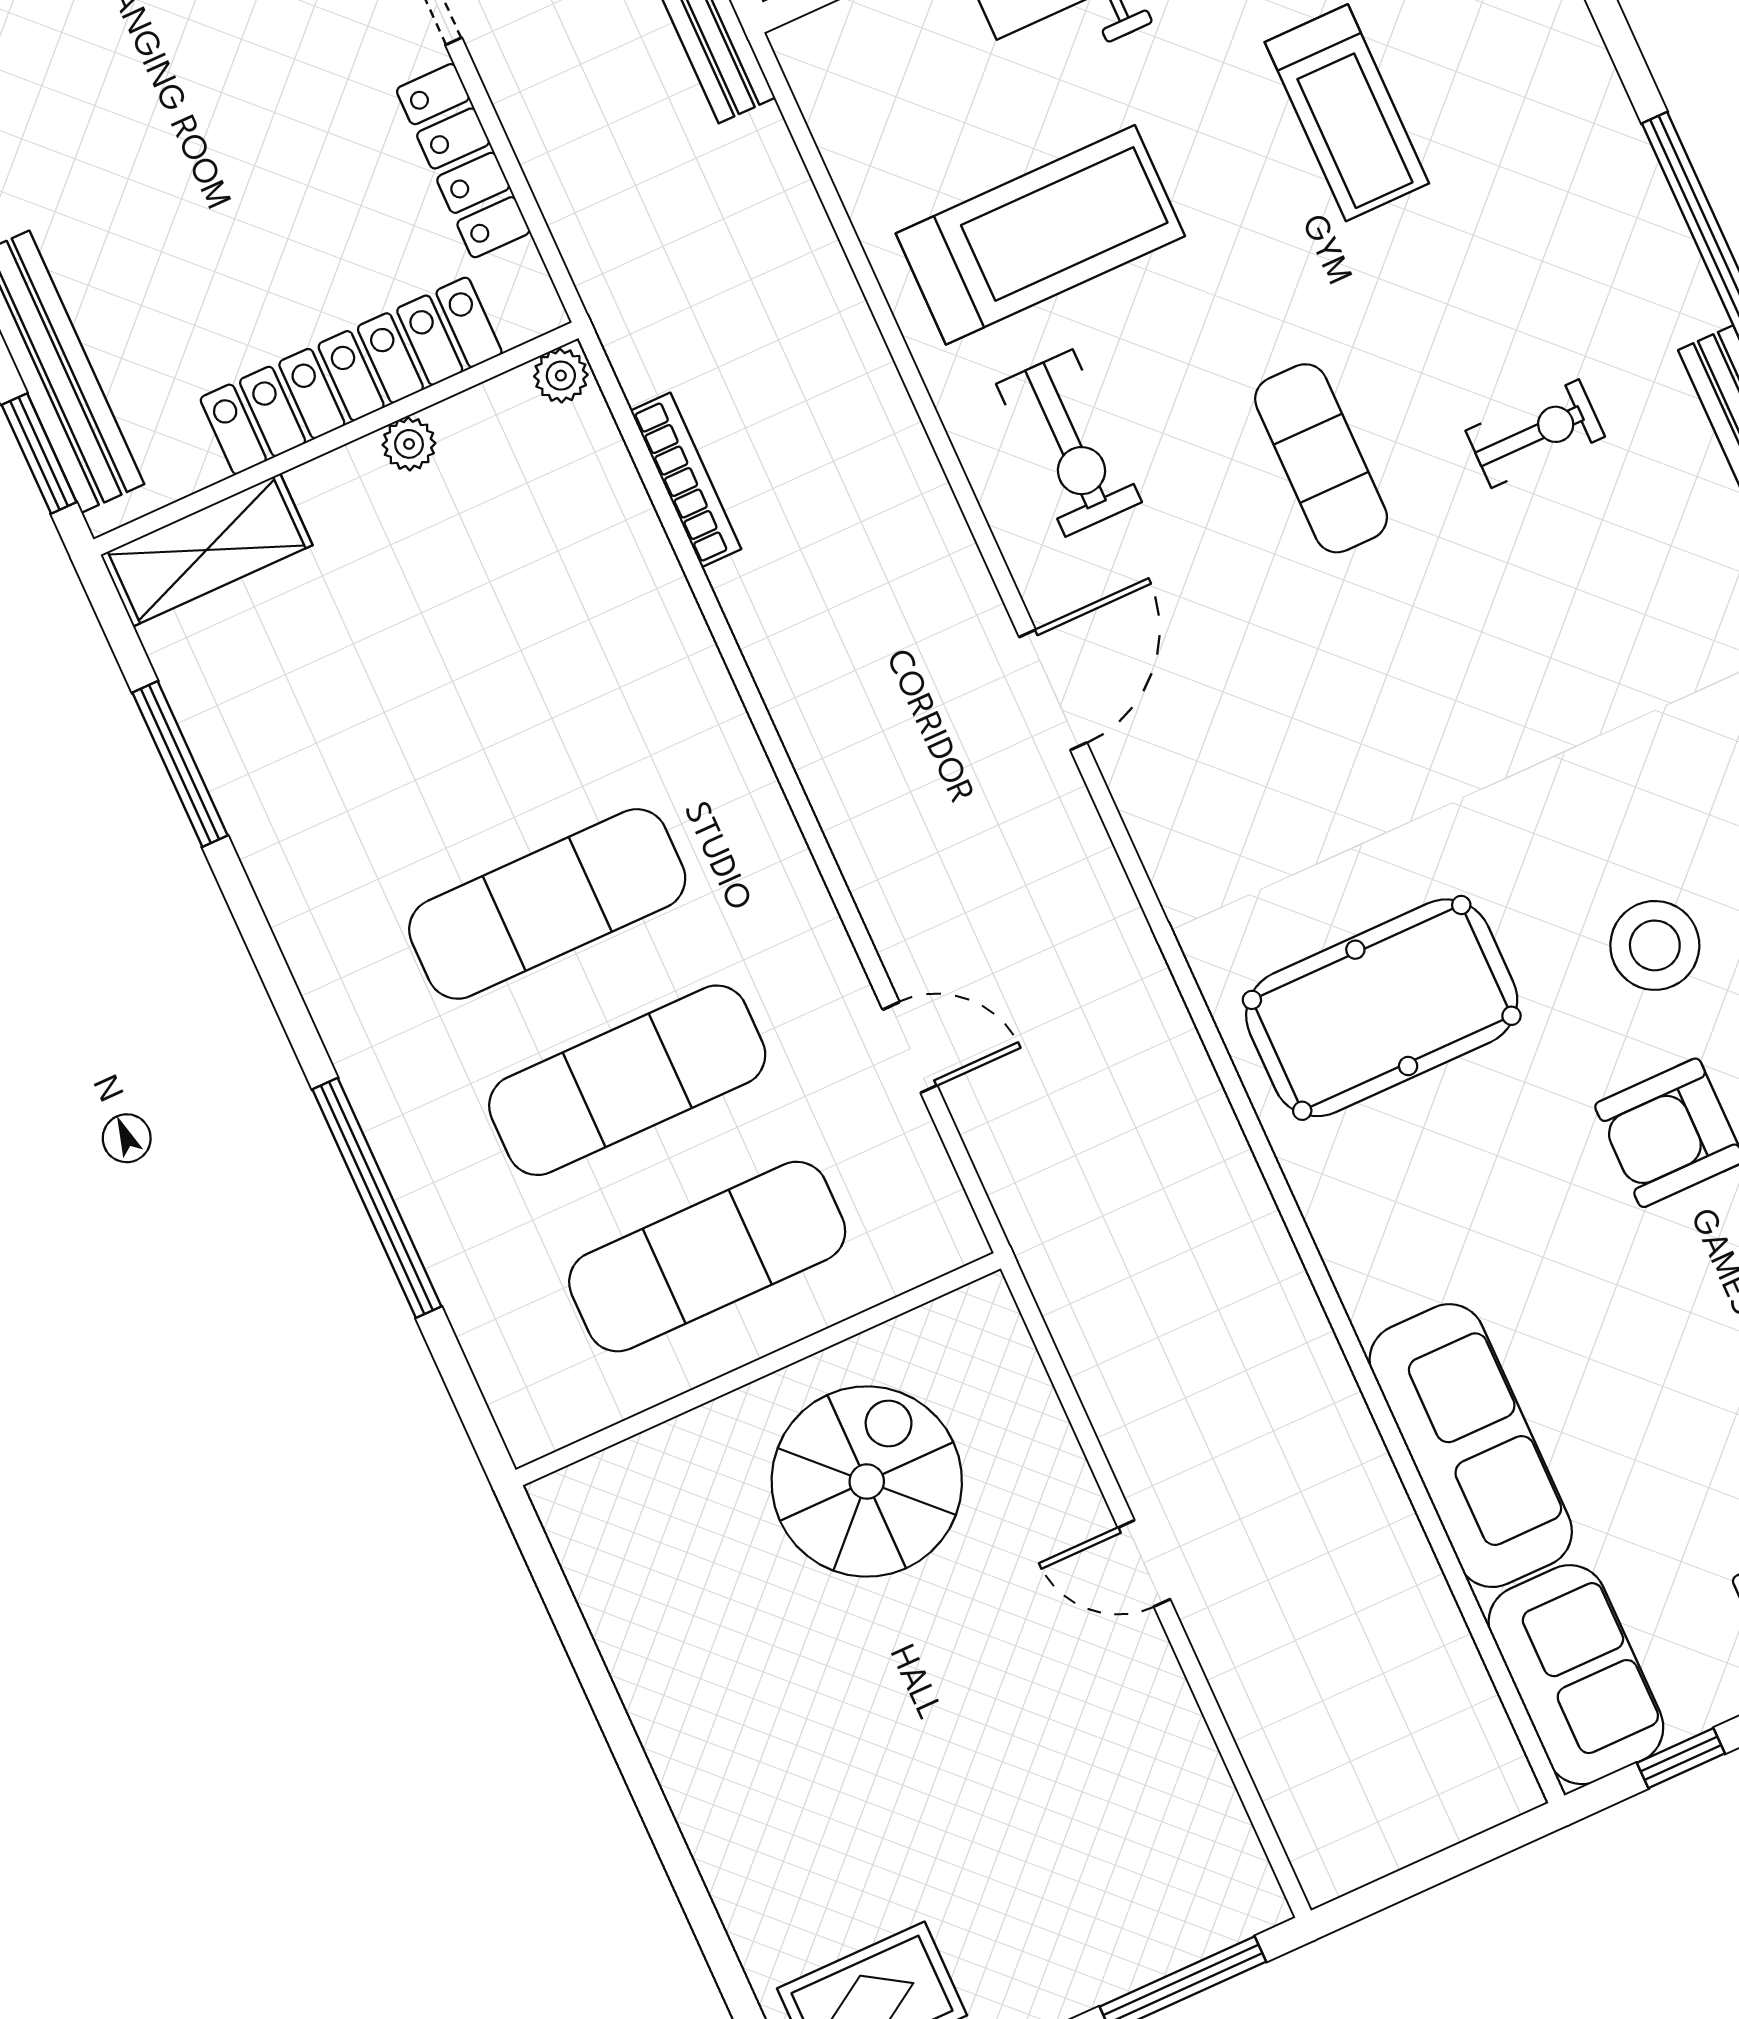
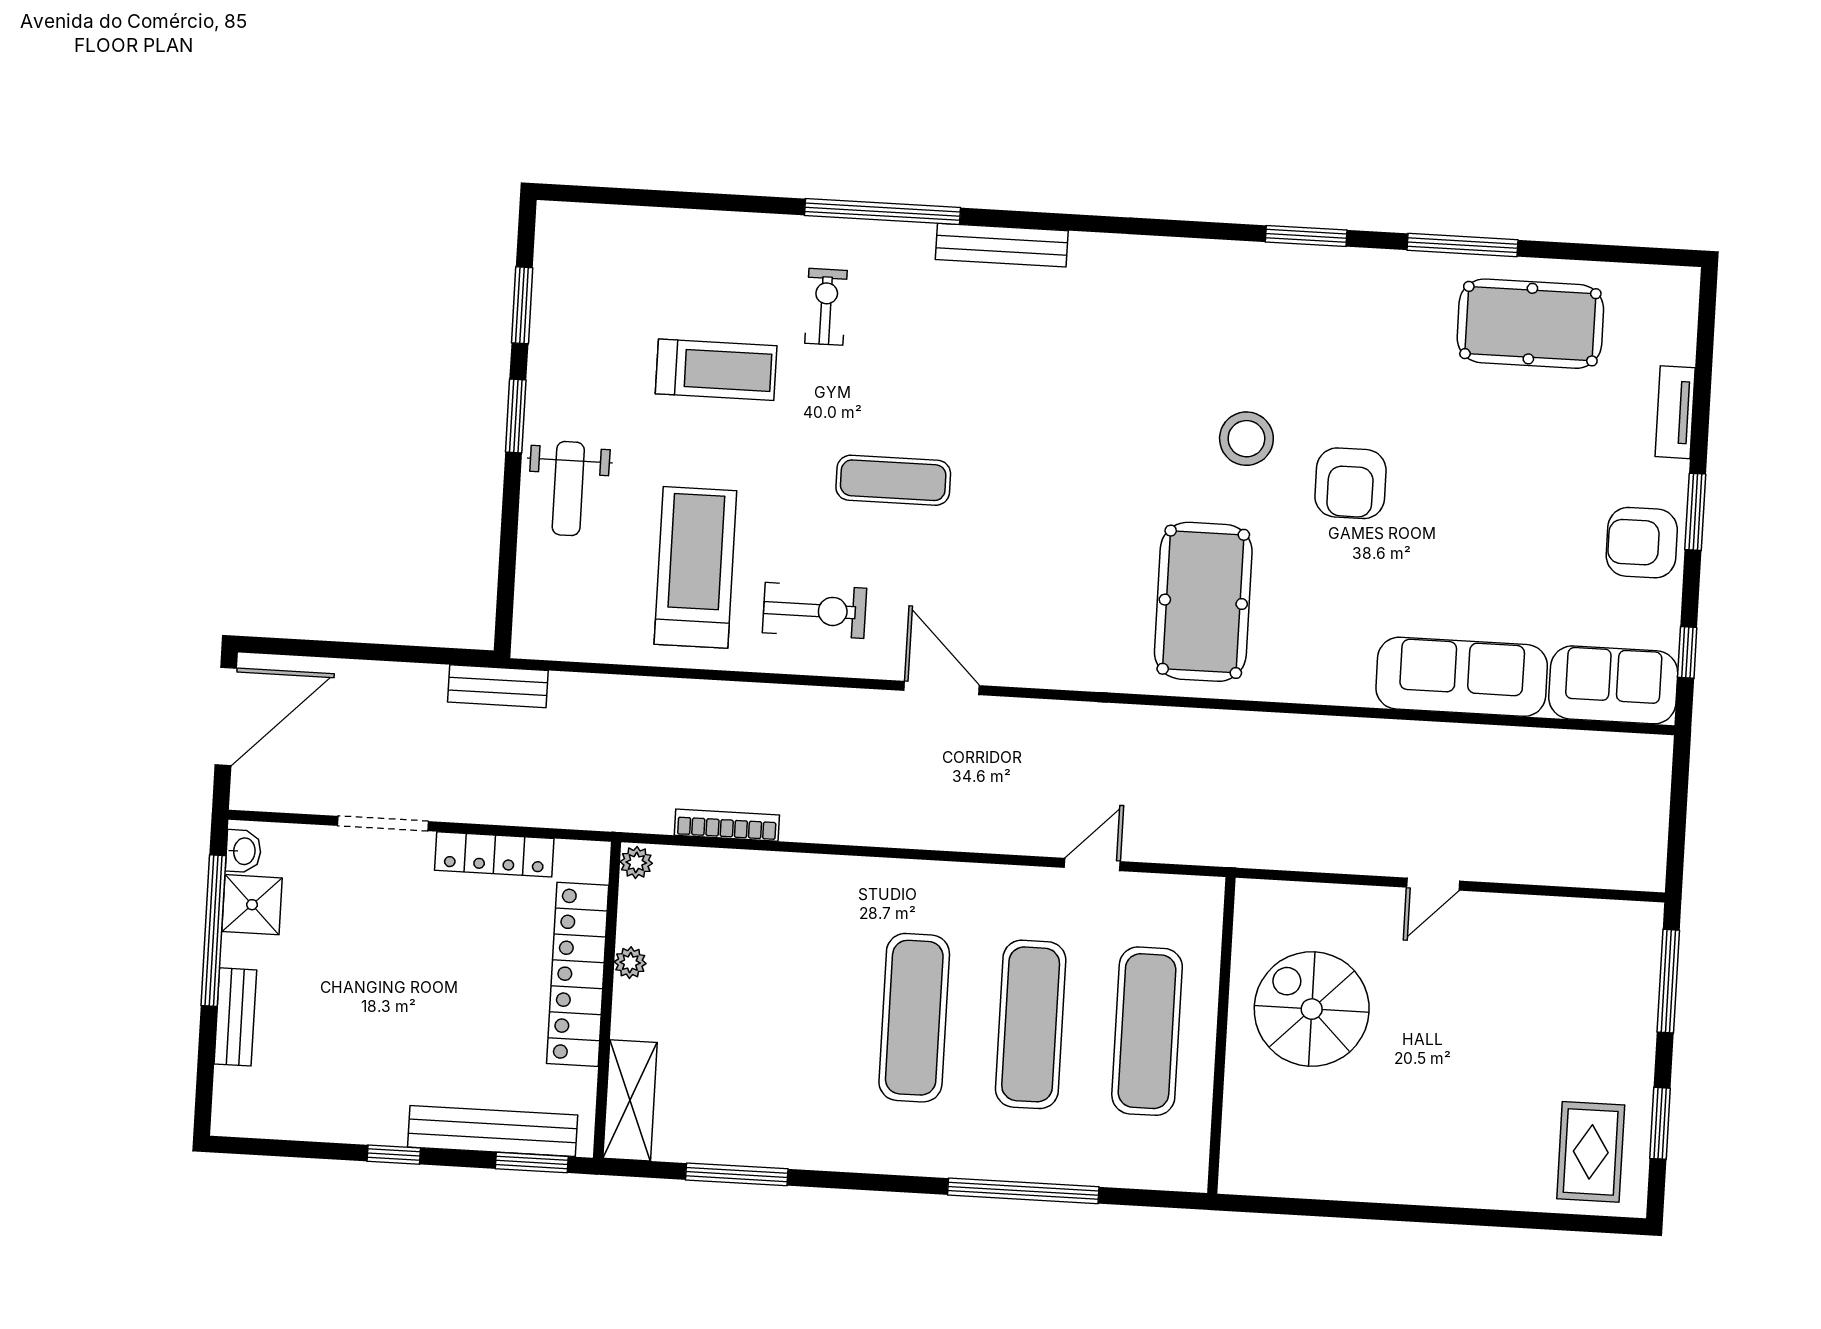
exercise bike: (1535, 434) -> (826, 307), moved

